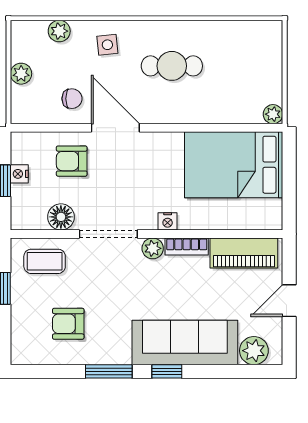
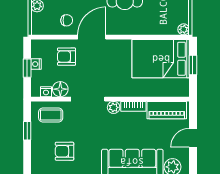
door: (115, 128) -> (92, 37), hinge flipped
window: (289, 175) -> (193, 65), added
nightstand: (168, 221) -> (46, 92), moved

